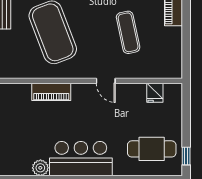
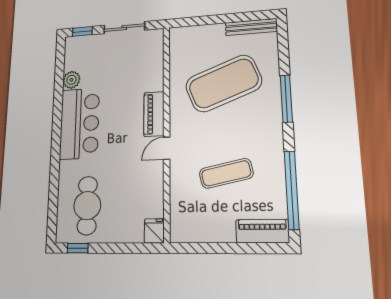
piano: (51, 92) -> (154, 114), moved
fridge: (155, 93) -> (154, 231), moved, turned 90

